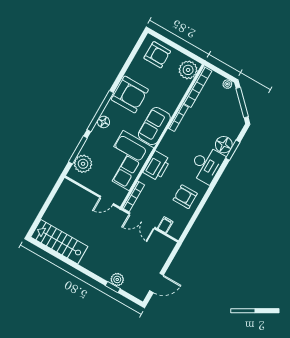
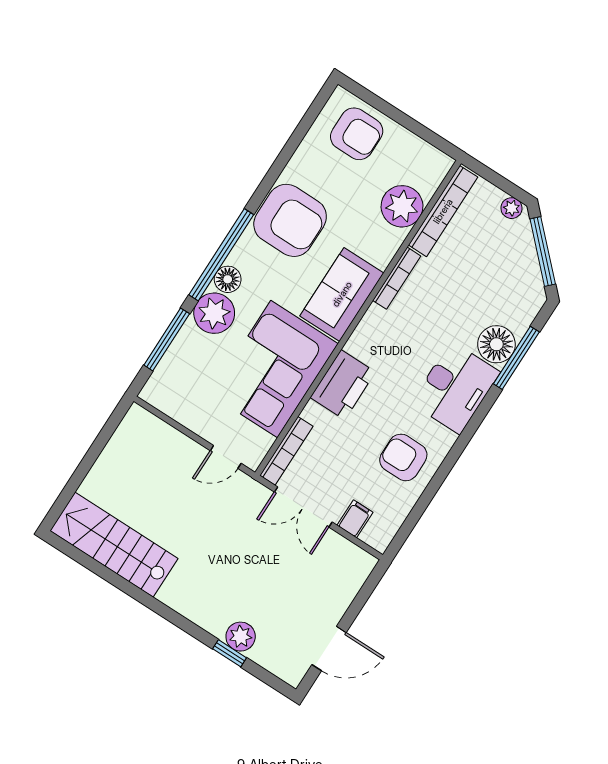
plant: (188, 70) -> (402, 206), moved
window: (233, 150) -> (516, 358), width x1.44
plant: (83, 164) -> (214, 313), moved

